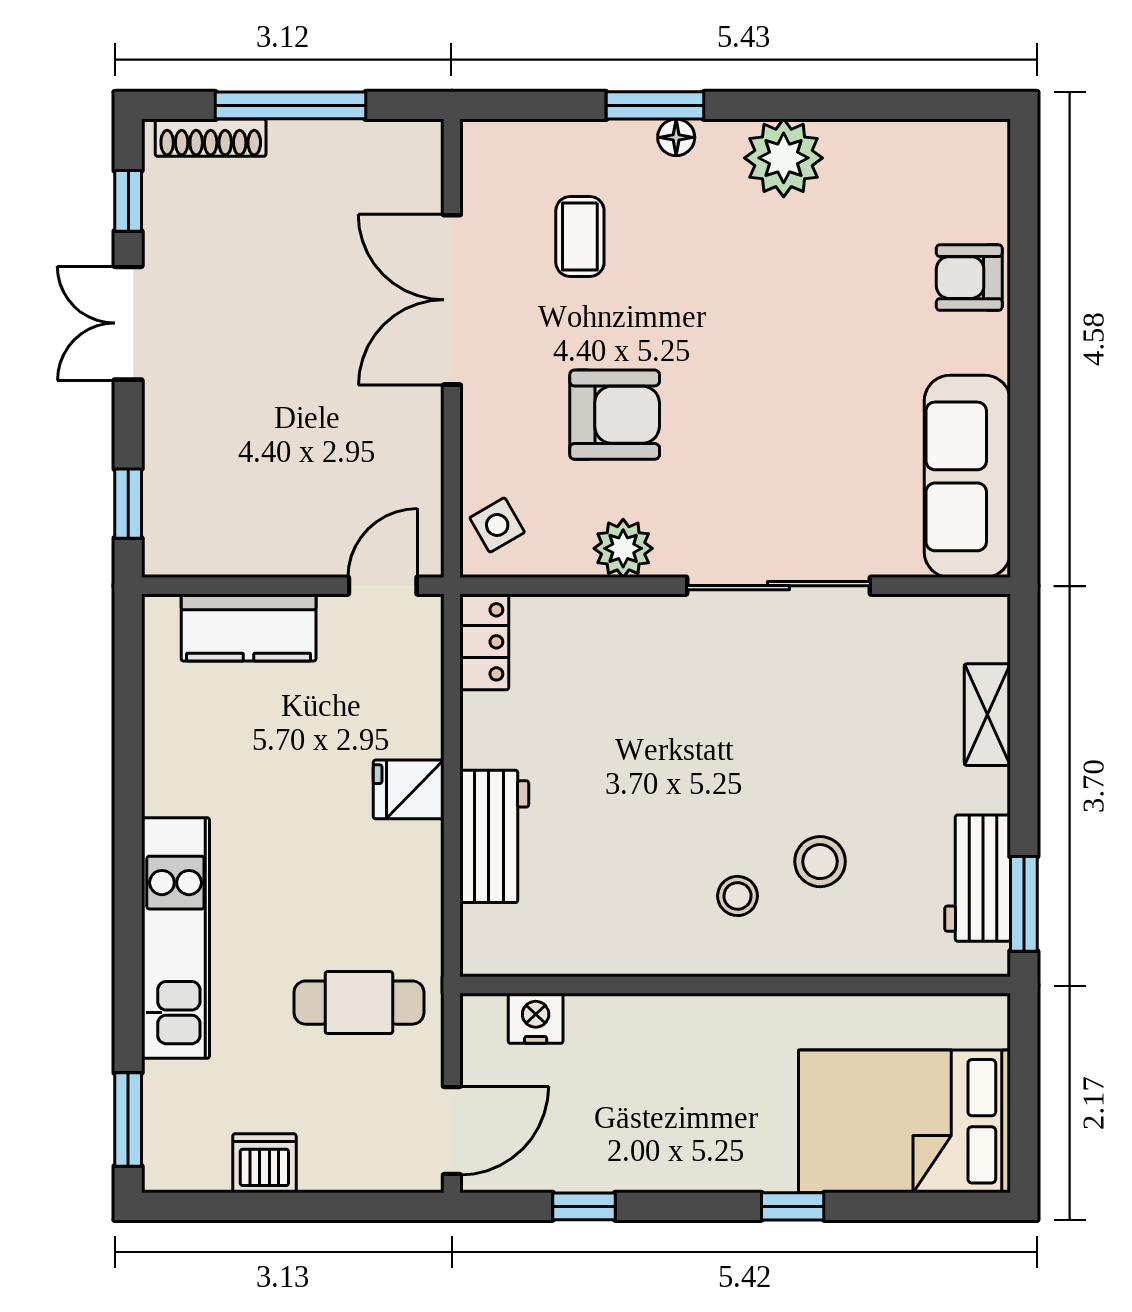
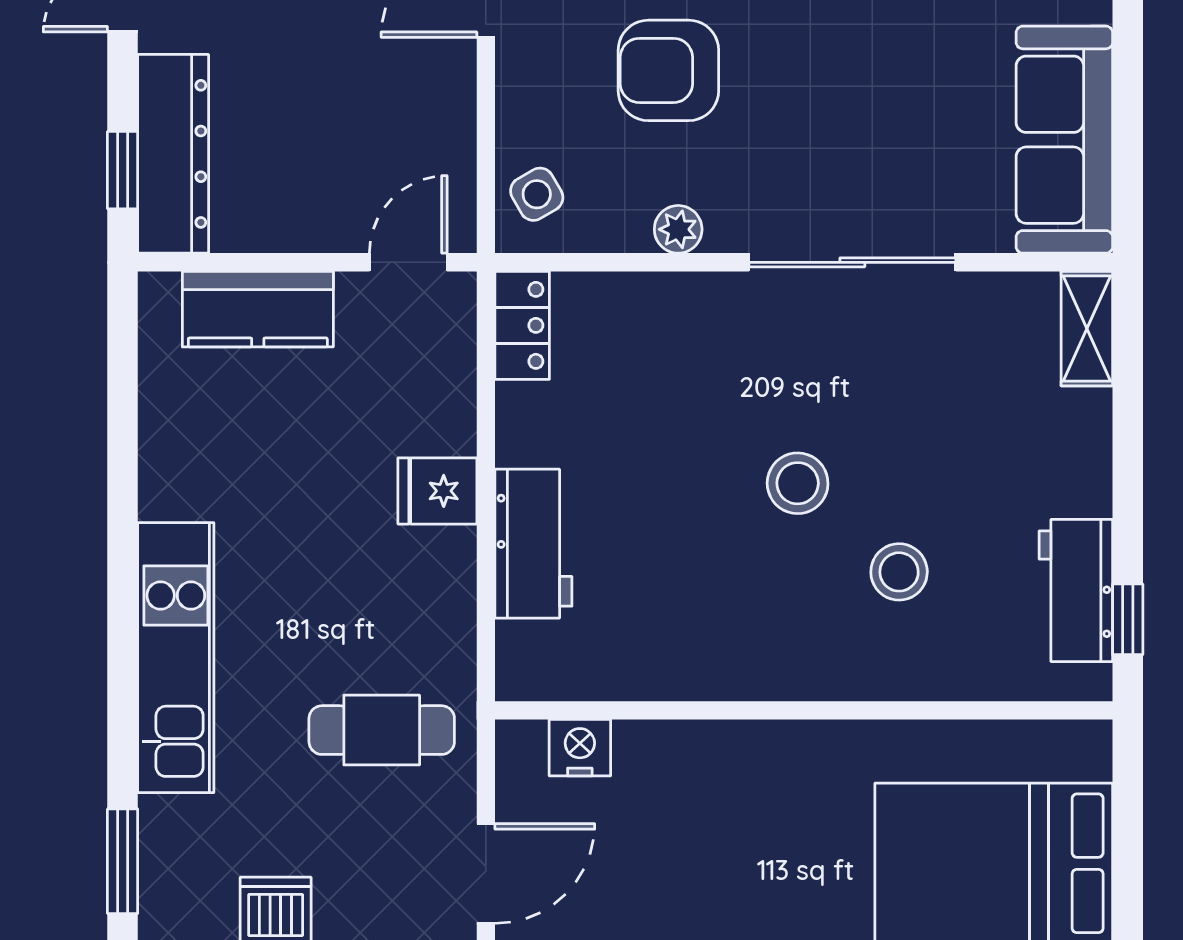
armchair: (615, 415) -> (668, 70), turned 180
dresser: (173, 489) -> (173, 154), added
plant: (623, 548) -> (678, 229), width x0.73, depth x0.73
shelving: (987, 715) -> (1087, 329), moved
stool: (738, 896) -> (798, 483), moved, width x1.37, depth x1.37
window: (1024, 904) -> (1128, 619), width x0.67

